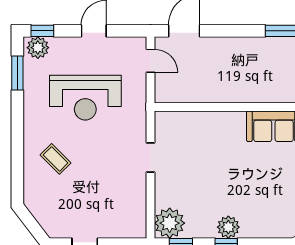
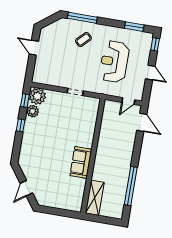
plant: (38, 48) -> (146, 40), removed
window: (17, 167) -> (82, 18), added
plant: (228, 227) -> (33, 111), moved

